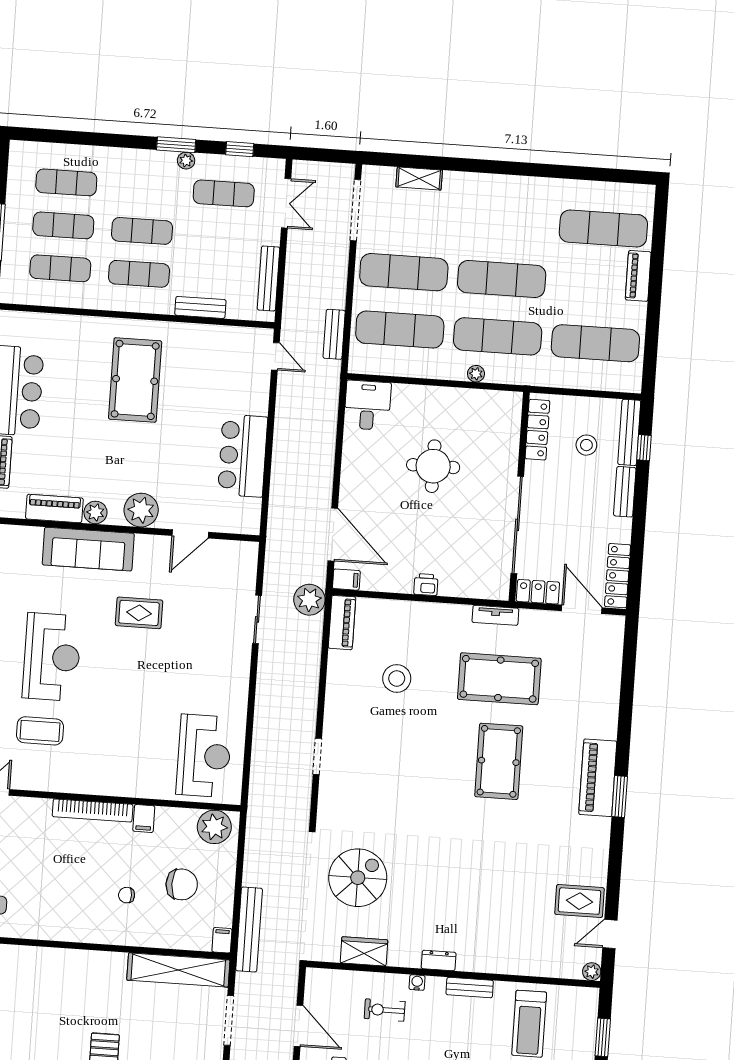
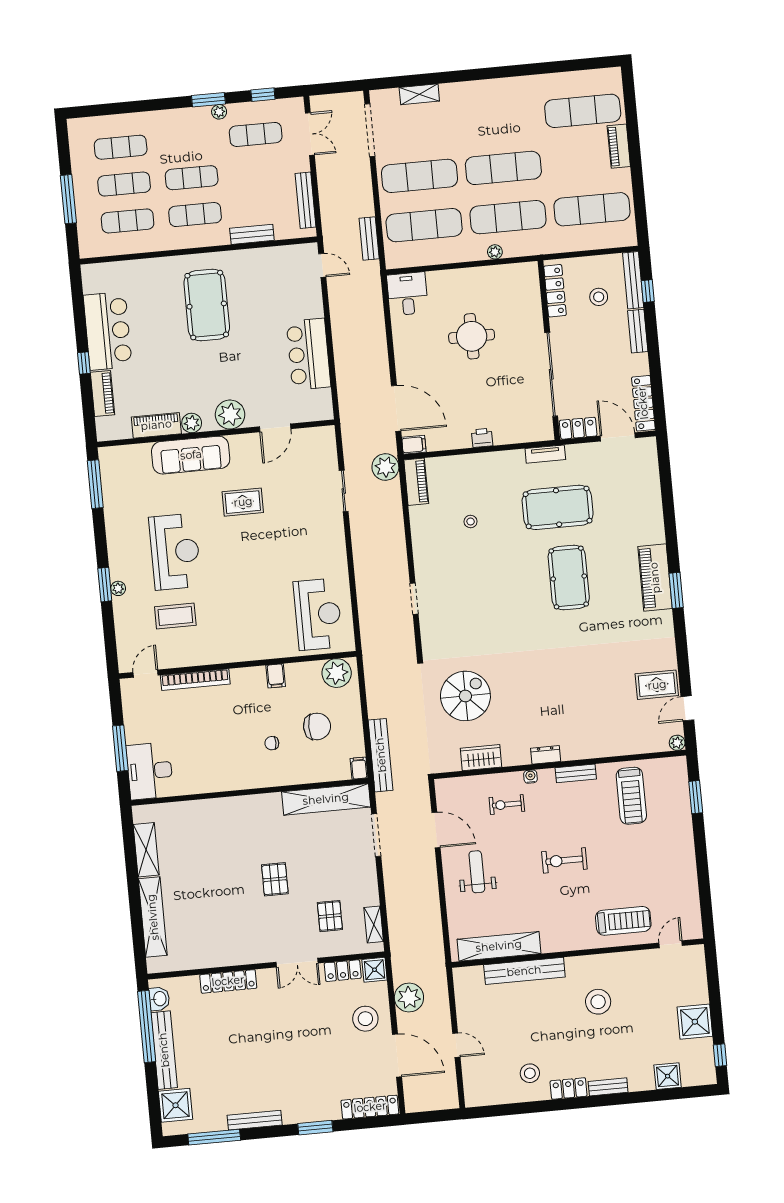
stool: (397, 678) -> (471, 522), width x0.53, depth x0.53
bookcase: (93, 810) -> (195, 680), moved

